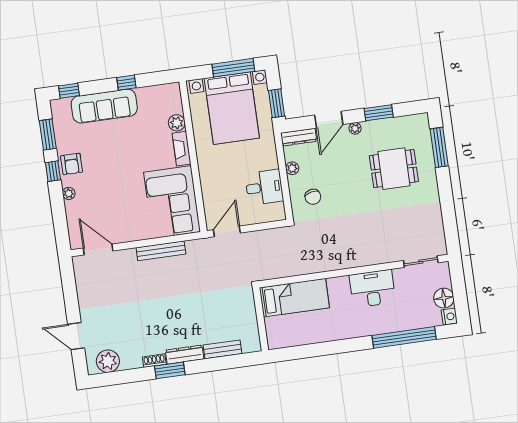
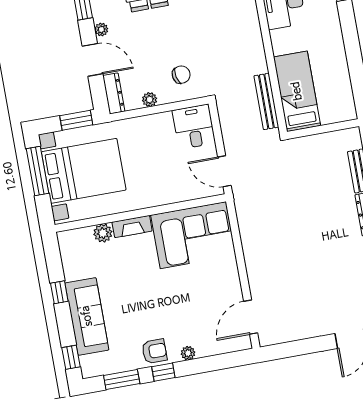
desk: (264, 187) -> (194, 127), moved
bench: (161, 251) -> (266, 101), moved

